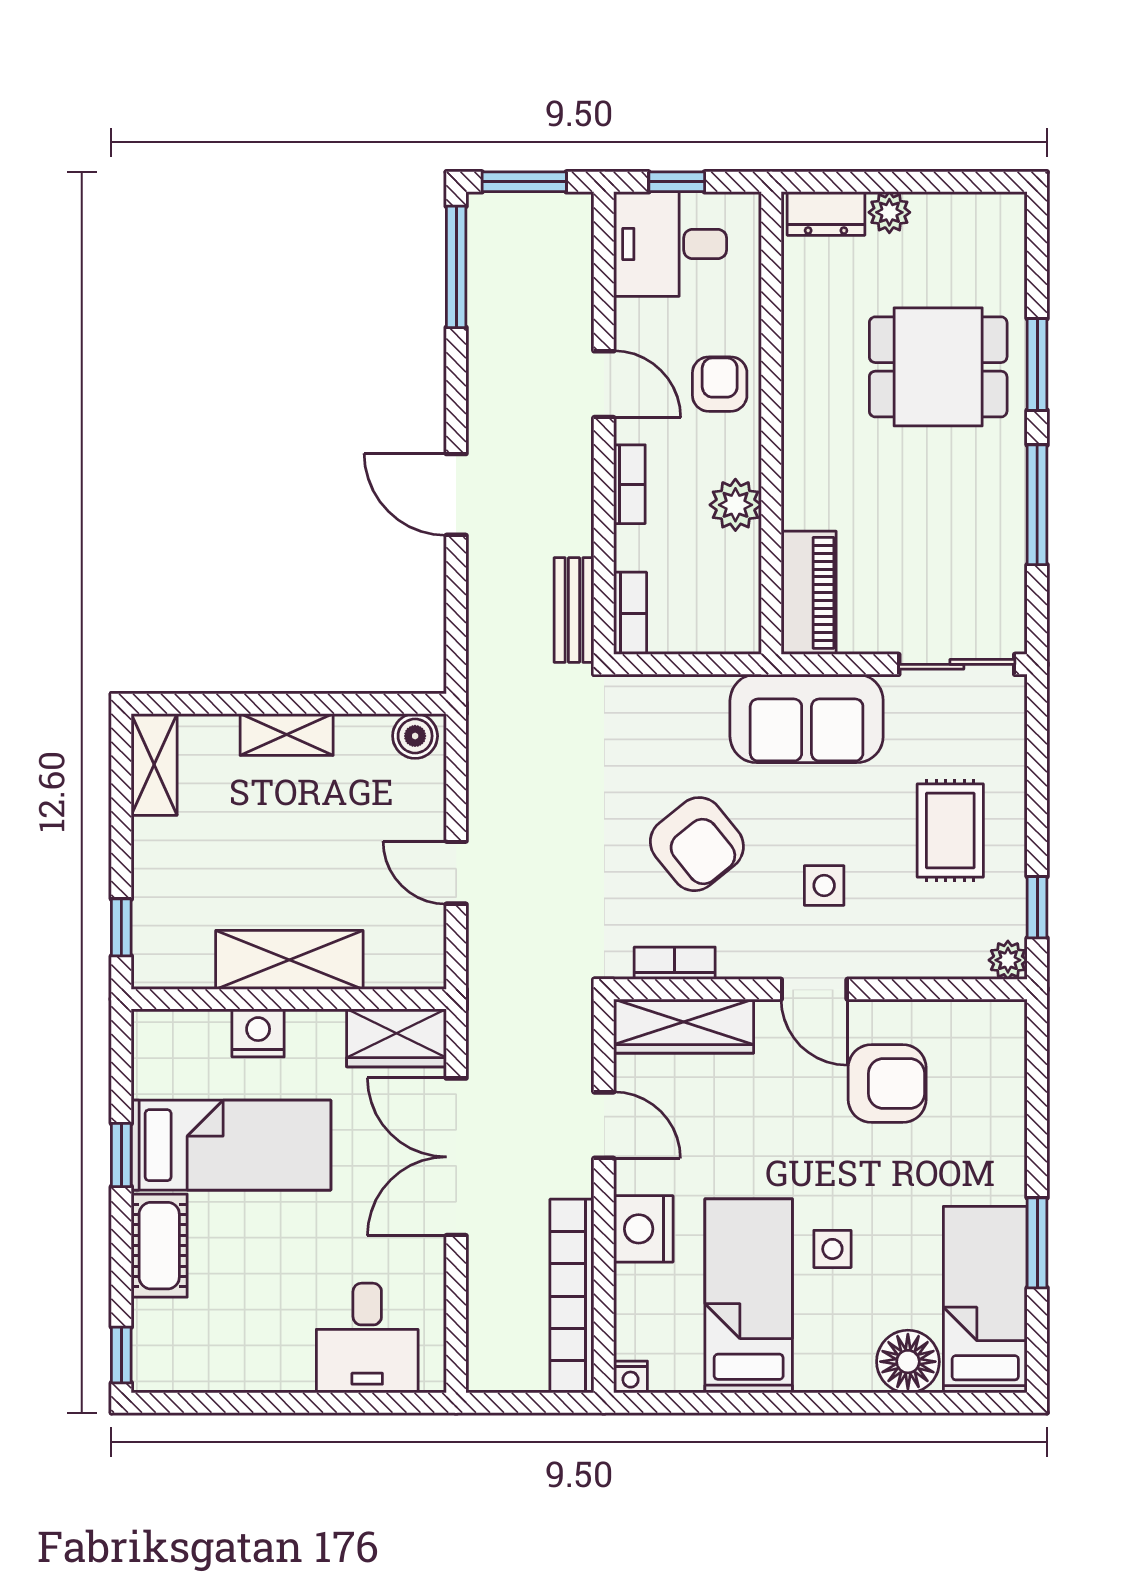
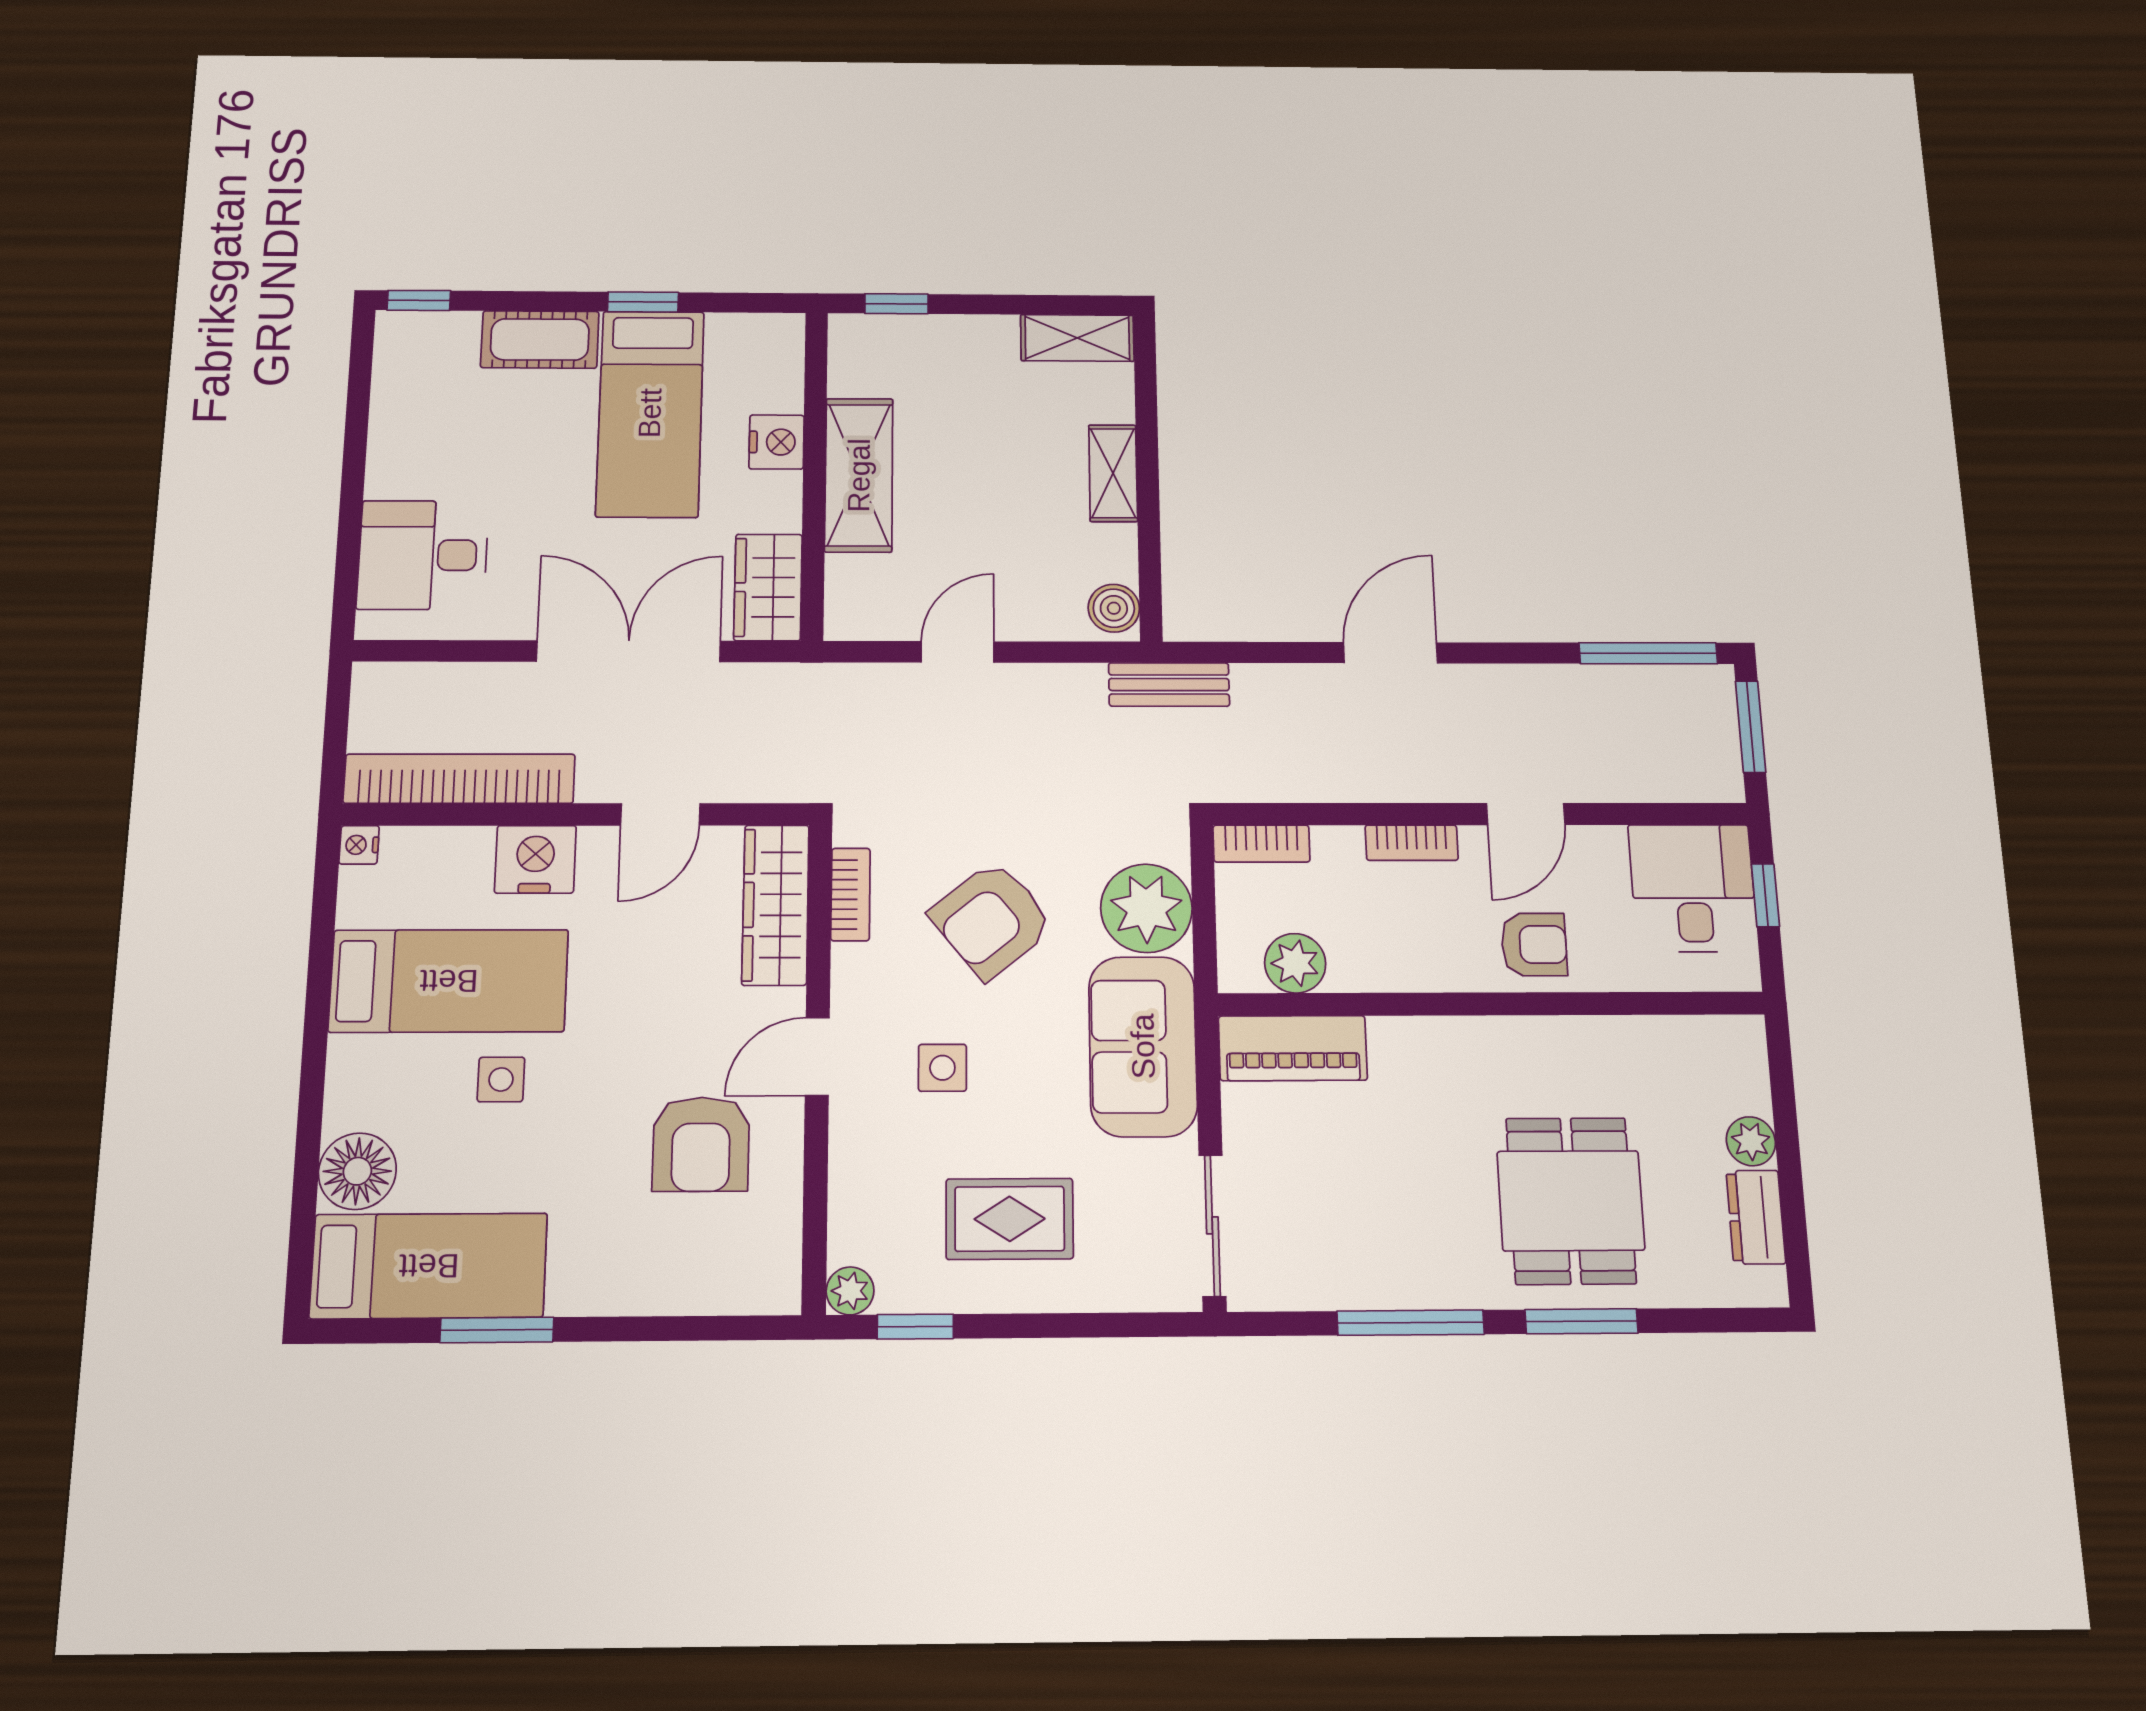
dresser: (826, 214) -> (1756, 1217), moved
plant: (735, 505) -> (1295, 963), moved
bench: (574, 610) -> (1169, 685), moved
plant: (687, 713) -> (1146, 908), added

